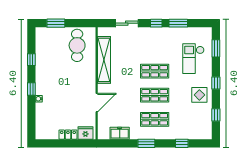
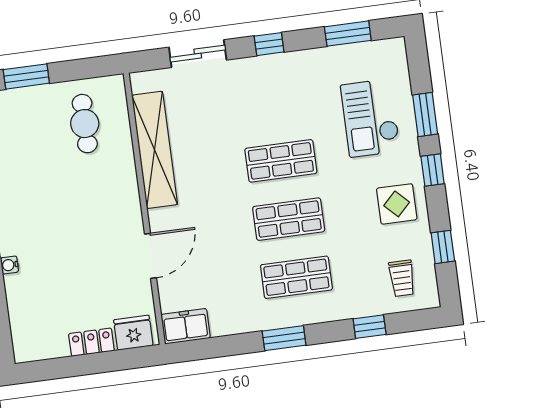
window: (178, 23) -> (348, 34), moved
cafe table: (77, 45) -> (85, 124), width x0.73, depth x0.74
window: (216, 48) -> (425, 114), moved
trolley: (198, 125) -> (402, 278), added
freezer: (120, 133) -> (186, 326), moved

